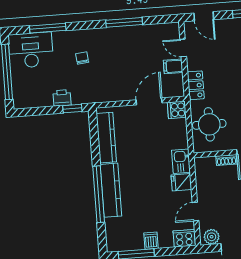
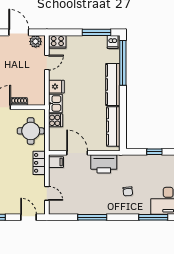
filing cabinet: (173, 66) -> (56, 162), moved
printer: (62, 98) -> (104, 164), moved, width x1.87, depth x1.48
door: (149, 101) -> (77, 153), swing flipped
window: (72, 109) -> (154, 152), moved
cooker: (177, 110) -> (56, 120), moved
window: (99, 194) -> (123, 63), moved
dishwasher: (151, 241) -> (113, 42), moved

